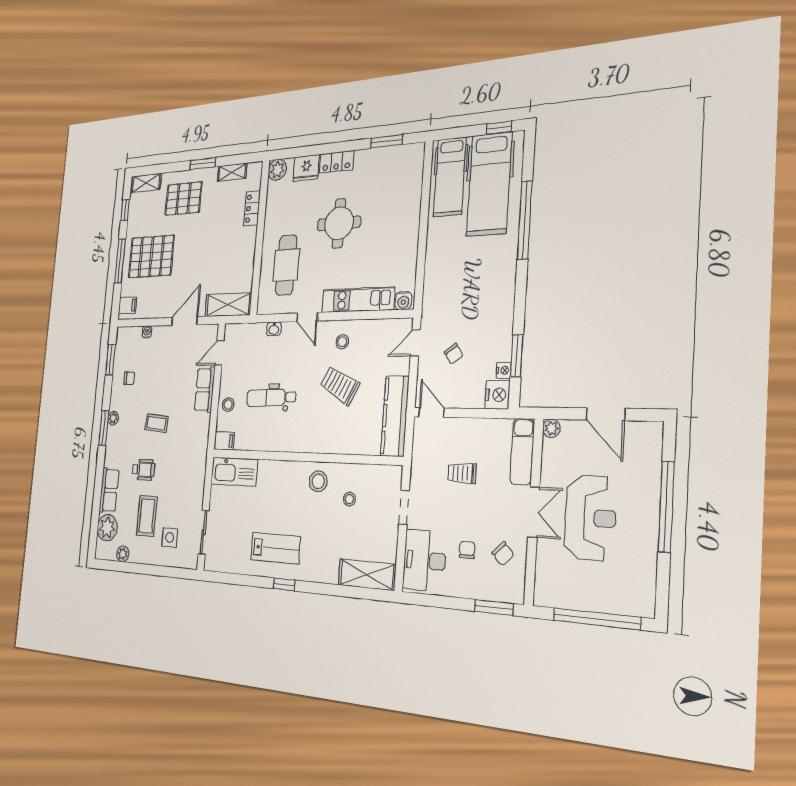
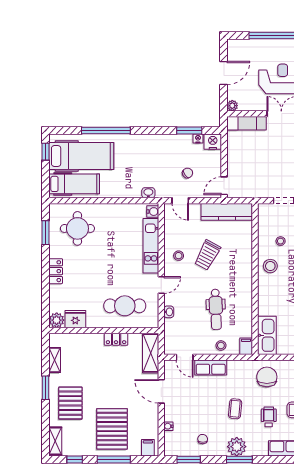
fridge: (306, 168) -> (75, 319), moved, turned -90
locker: (252, 208) -> (116, 339), moved
round table: (339, 223) -> (77, 228), moved
washbasin: (430, 293) -> (148, 193), added
plant: (113, 418) -> (237, 447), width x1.88, depth x1.88
chair: (187, 469) -> (267, 377), added
trolley: (462, 473) -> (261, 162), removed

